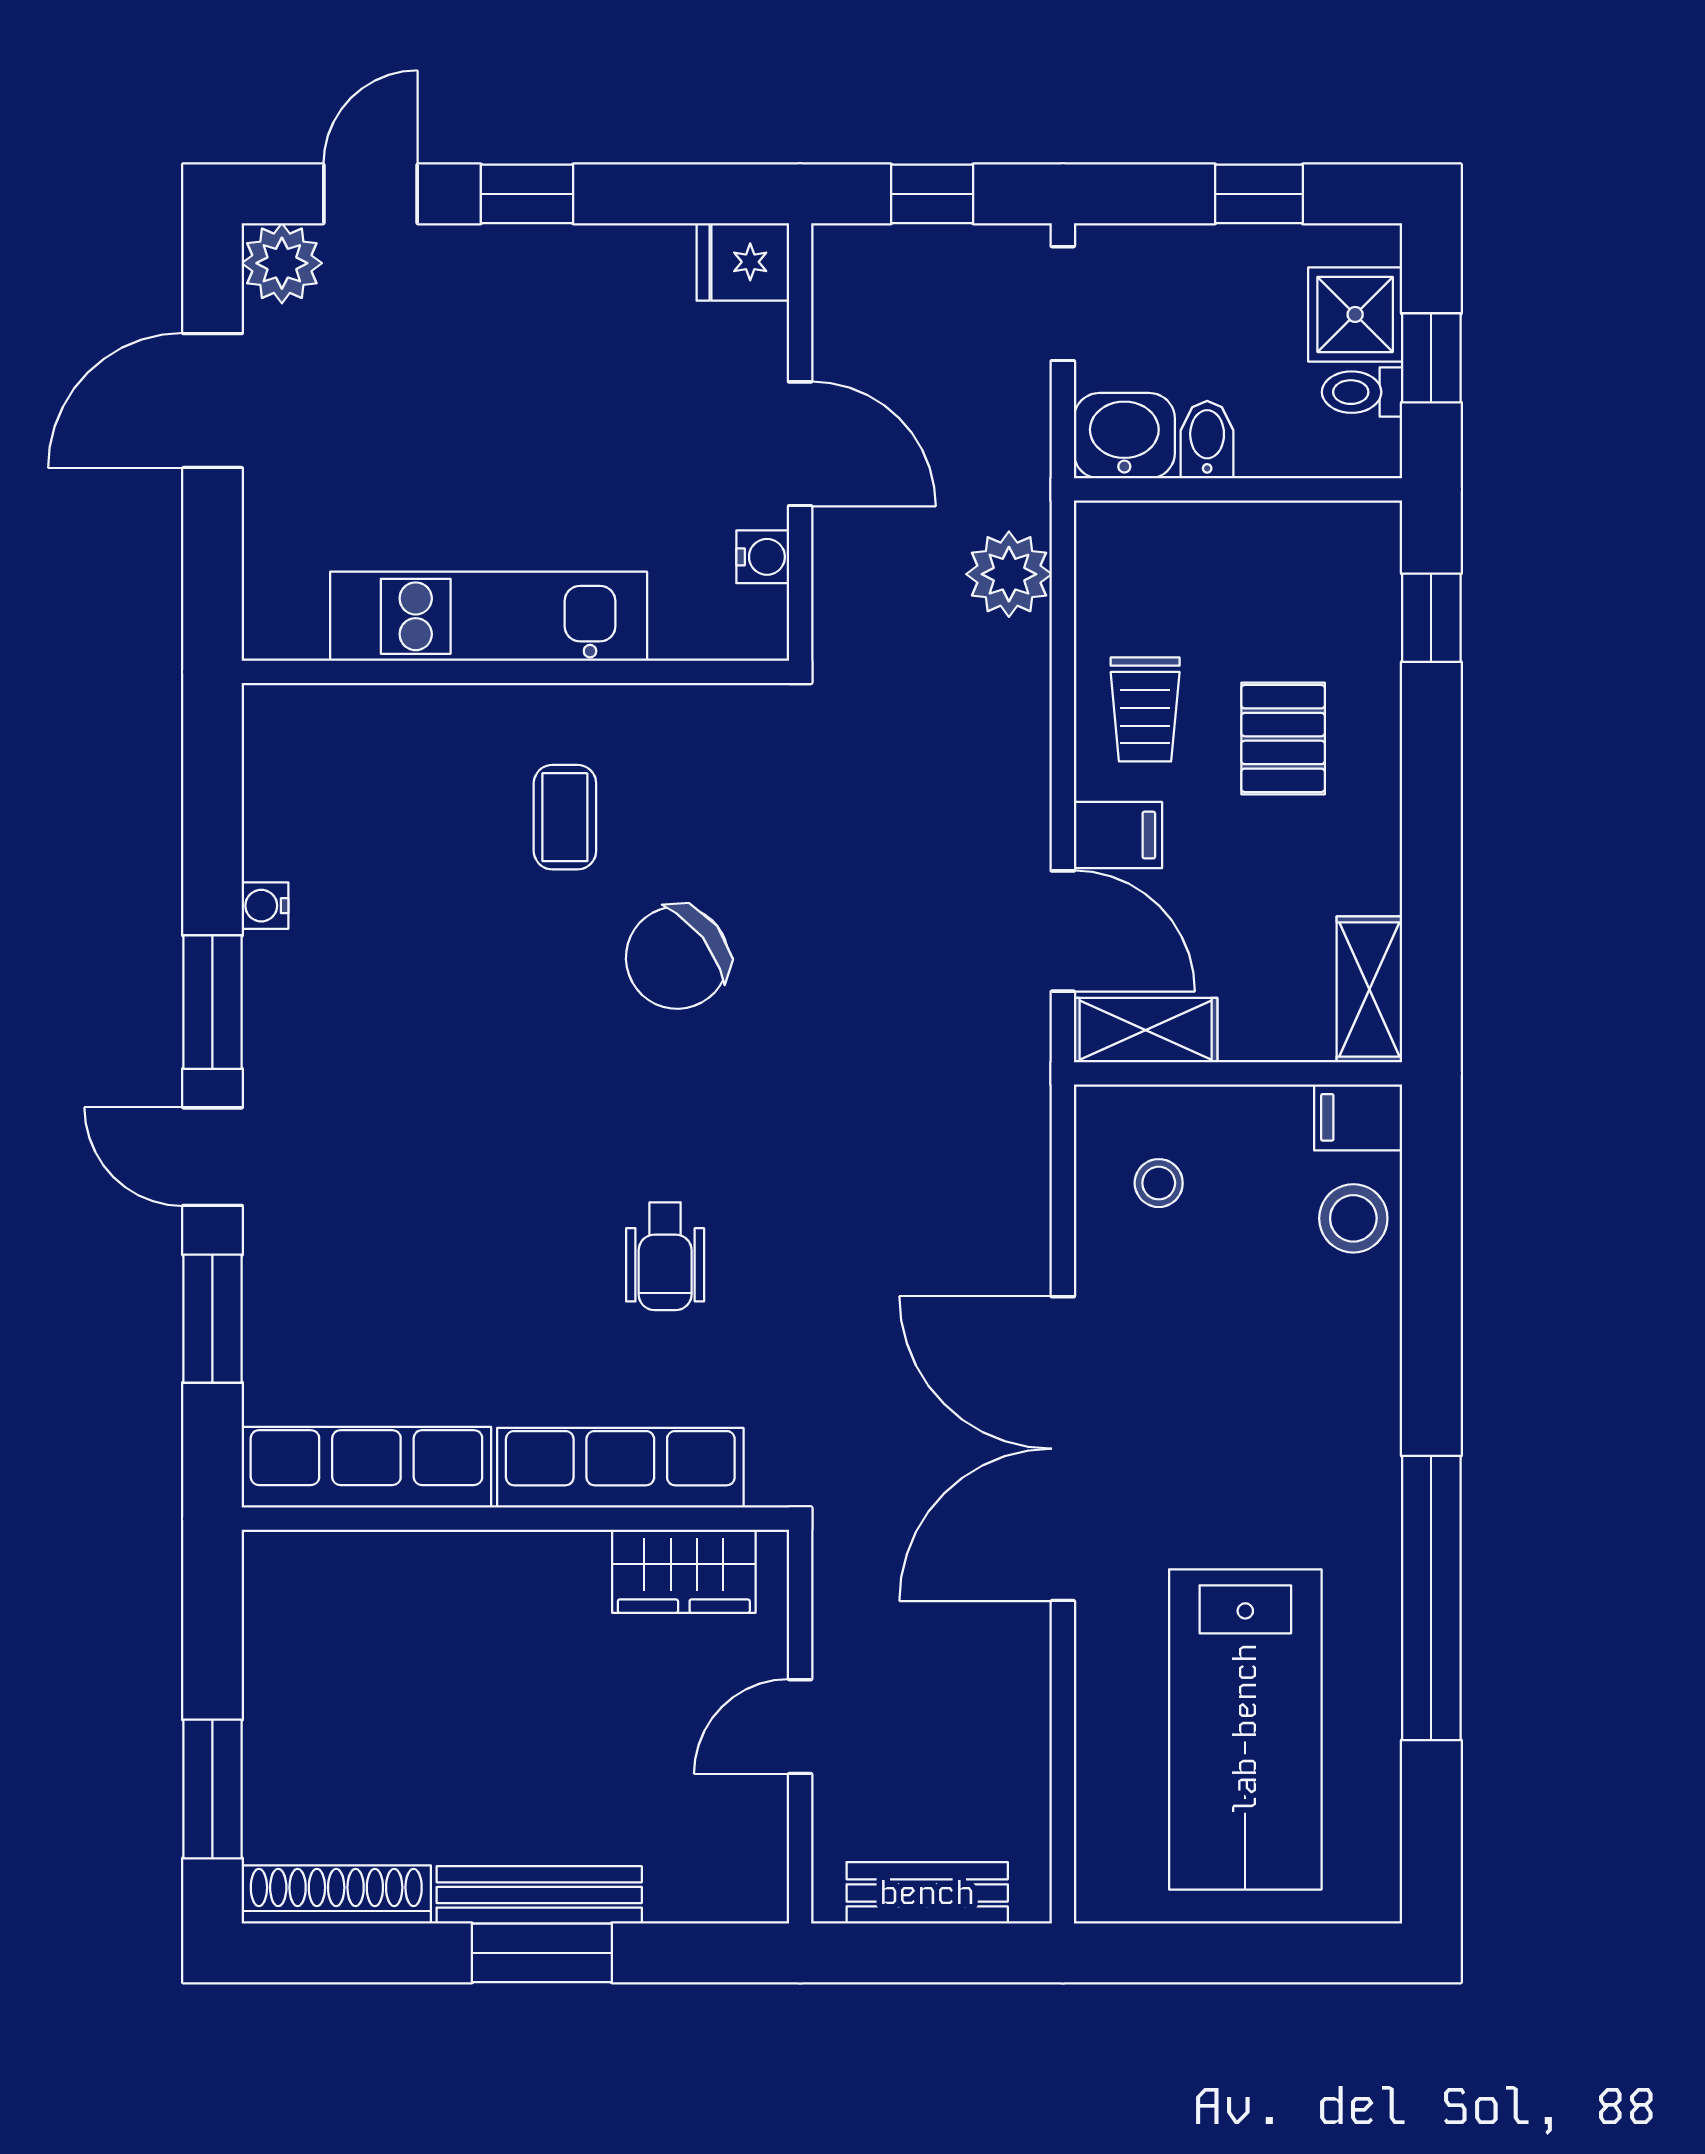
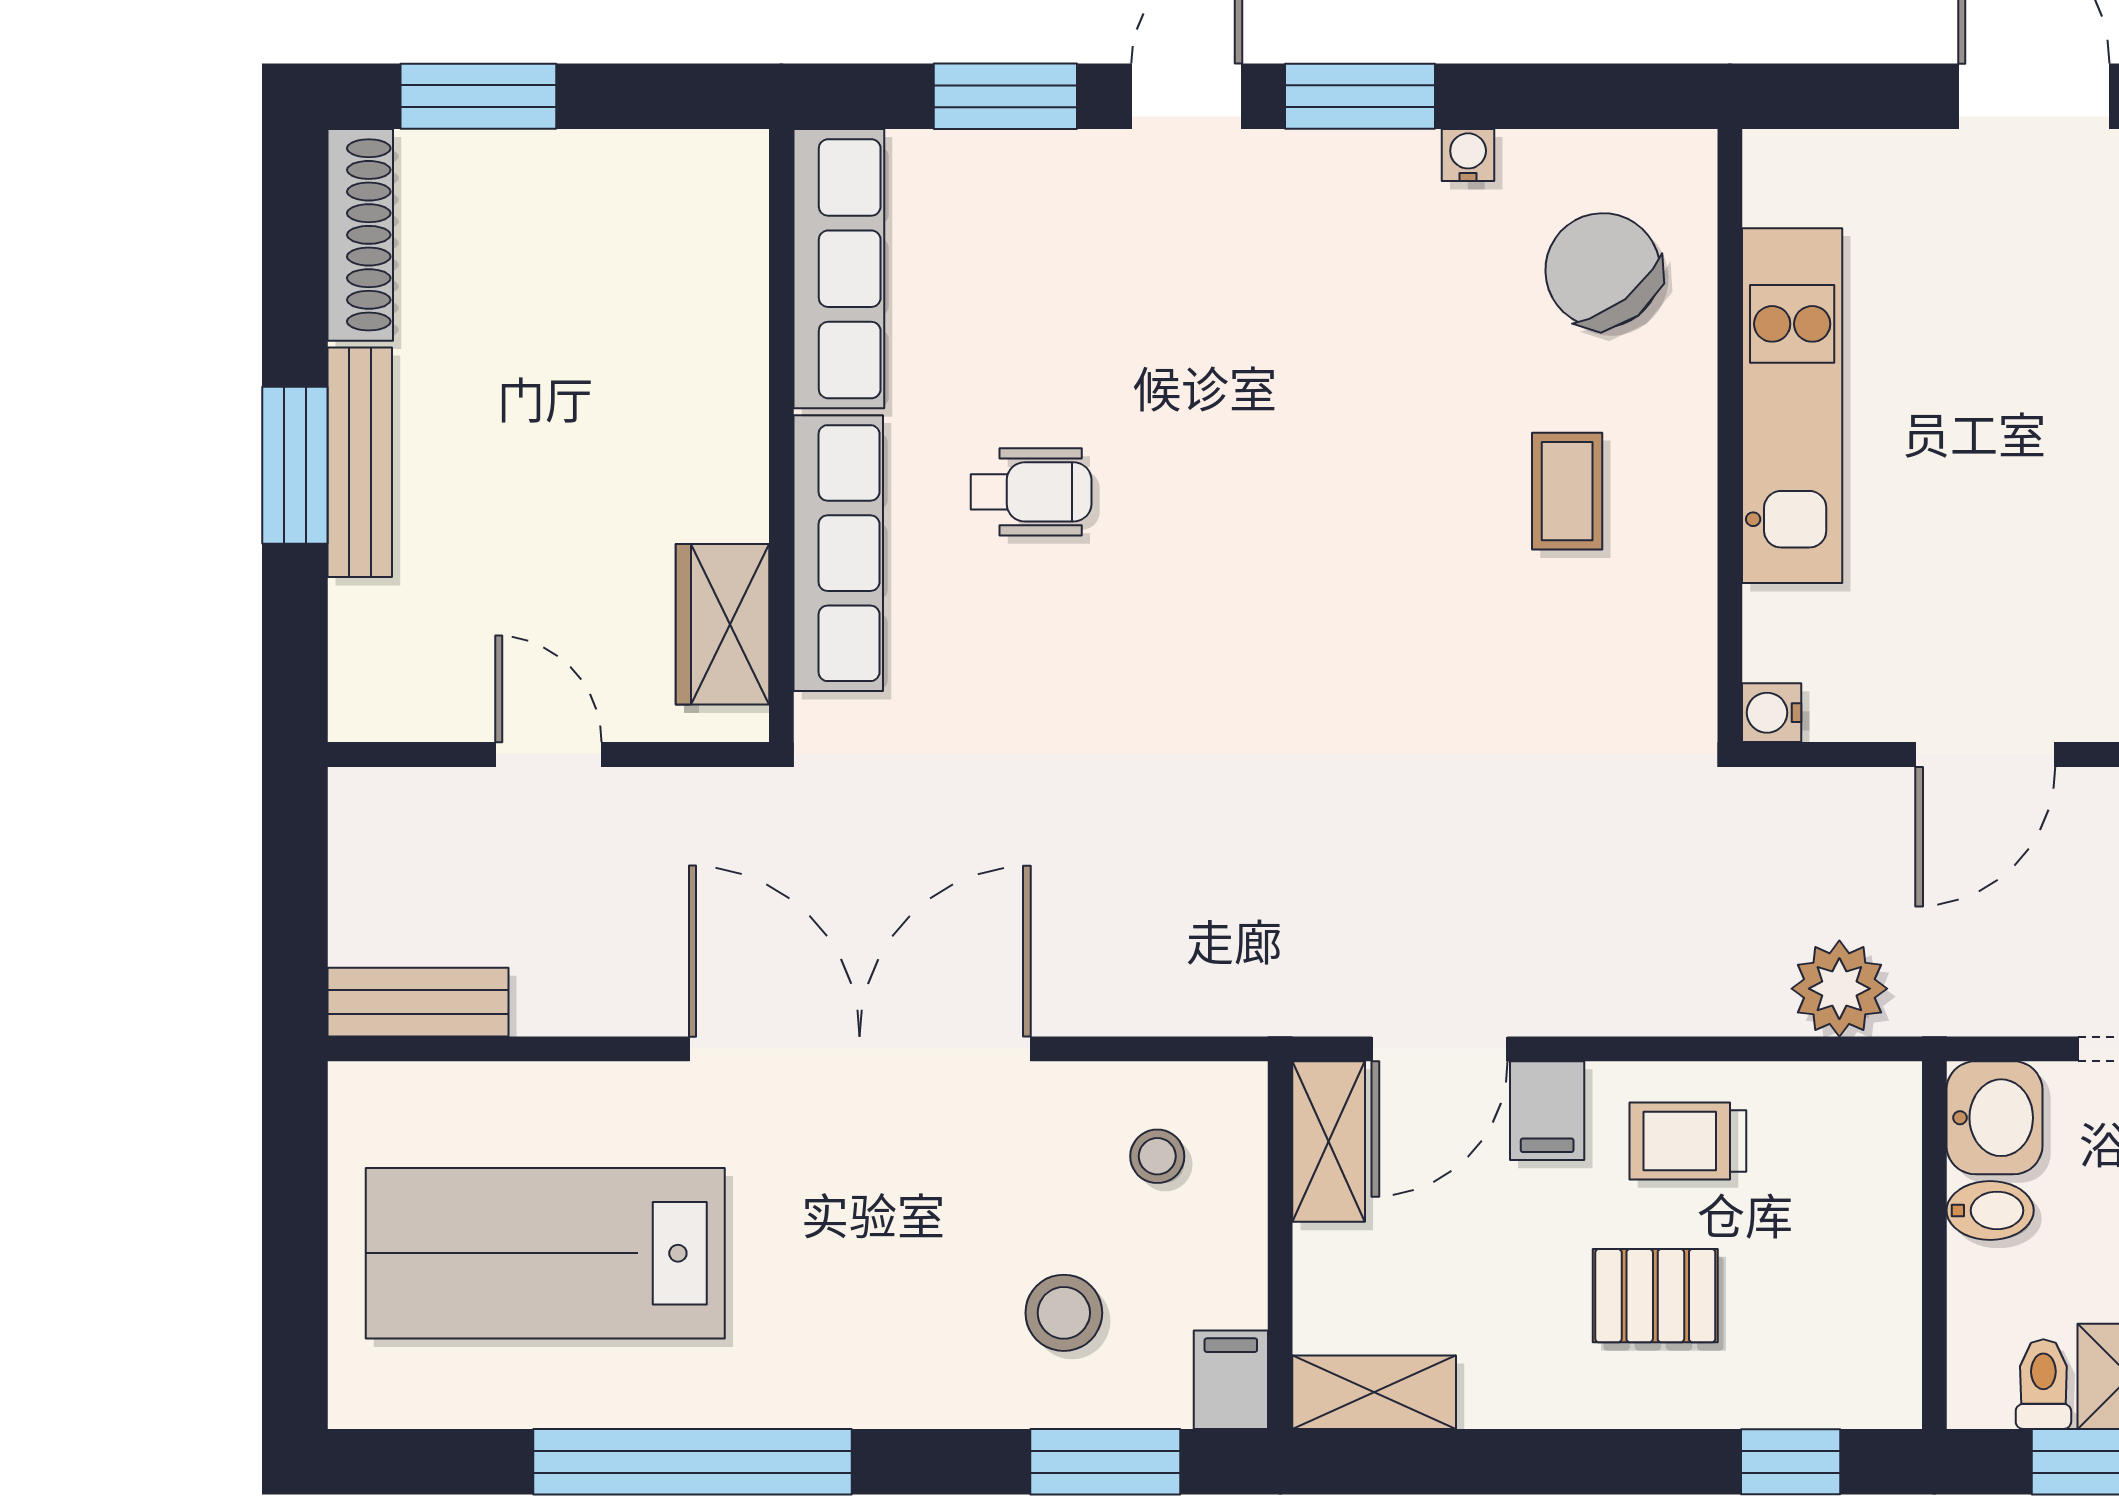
water cooler: (763, 557) -> (1772, 713), moved, turned 90
coffee table: (565, 817) -> (1567, 491), turned 90
chair: (677, 958) -> (1603, 270), moved
stool: (1353, 1218) -> (1064, 1313), moved
window: (1431, 1229) -> (1105, 1462), added
wheelchair: (665, 1256) -> (1031, 492), moved, turned 180
bench: (927, 1893) -> (418, 1002), moved, turned 90

